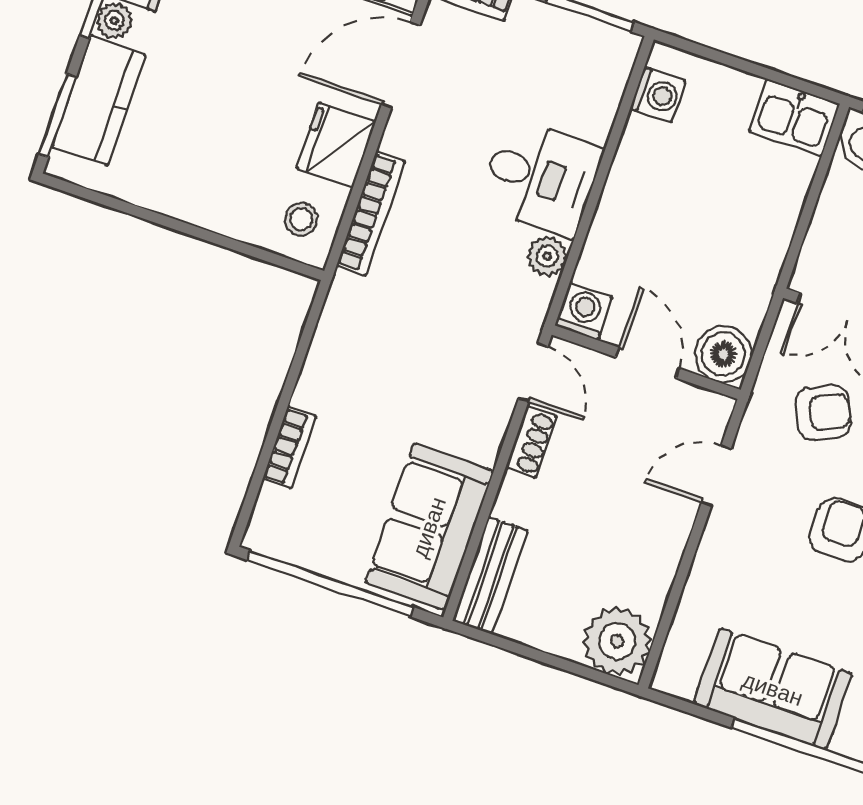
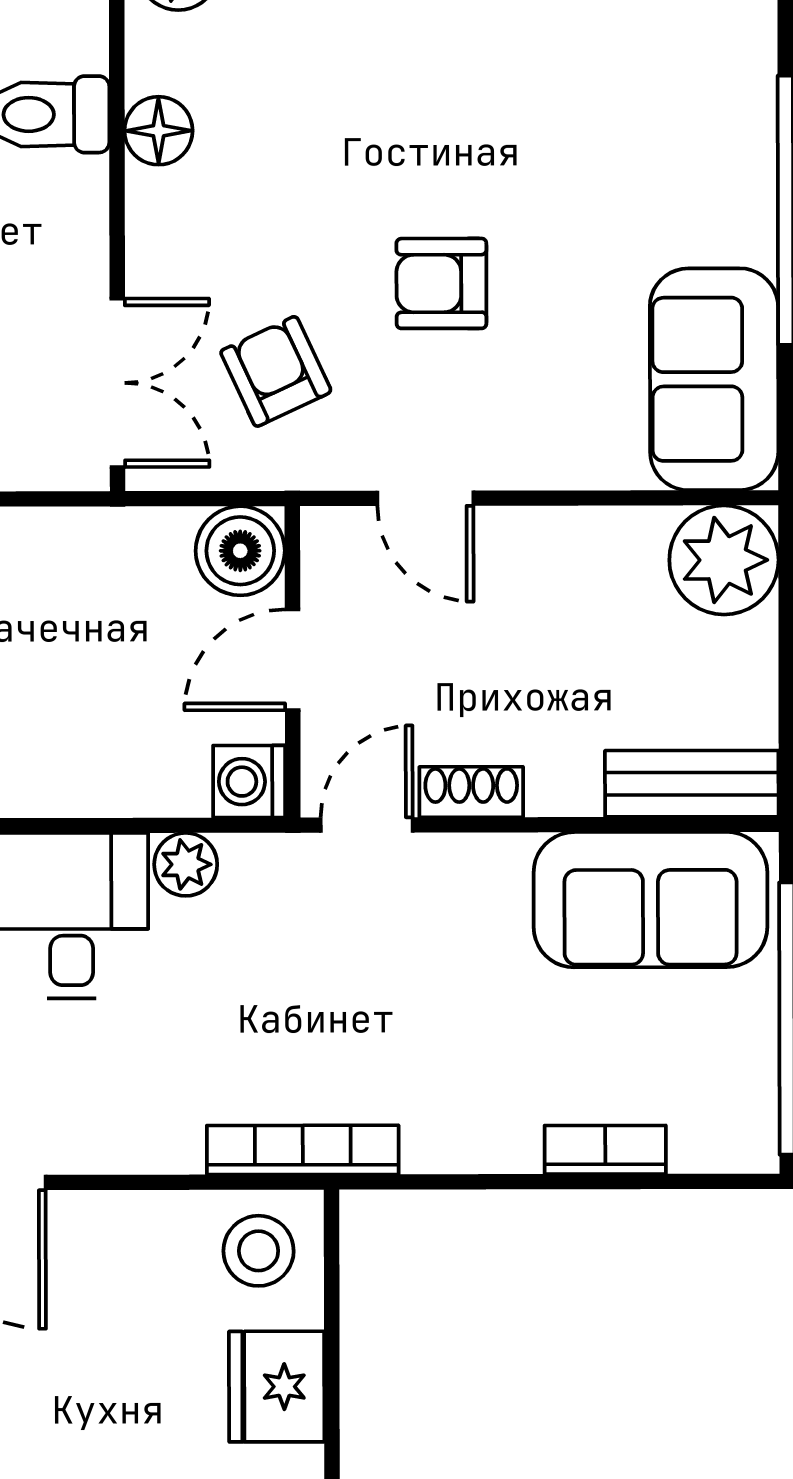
fridge: (336, 145) -> (277, 1387), moved, turned 90
bookcase: (371, 213) -> (303, 1150), moved
stool: (301, 219) -> (259, 1251), width x1.37, depth x1.37
sofa: (773, 689) -> (714, 379), moved

